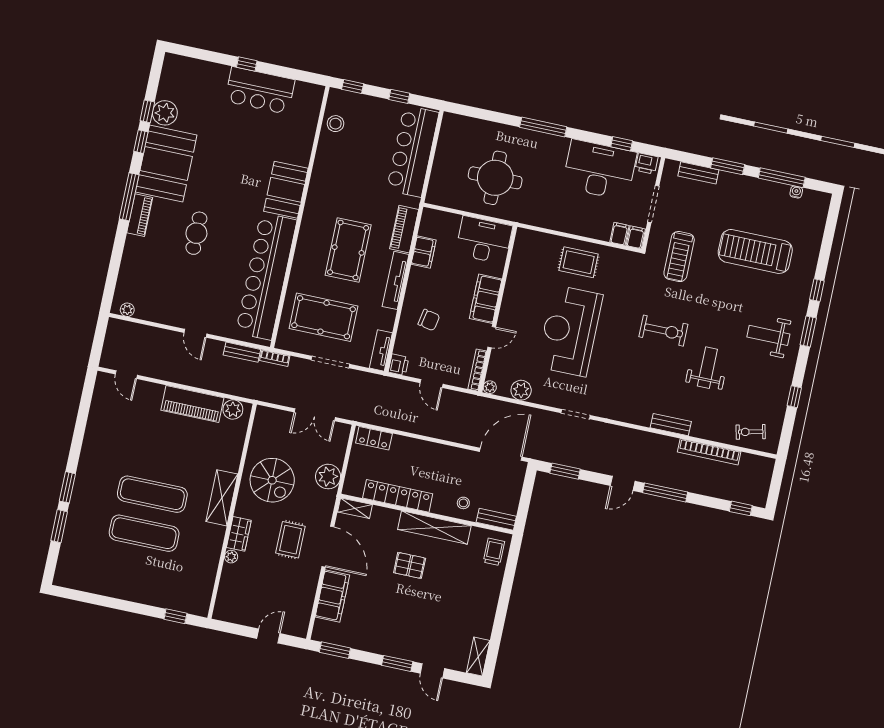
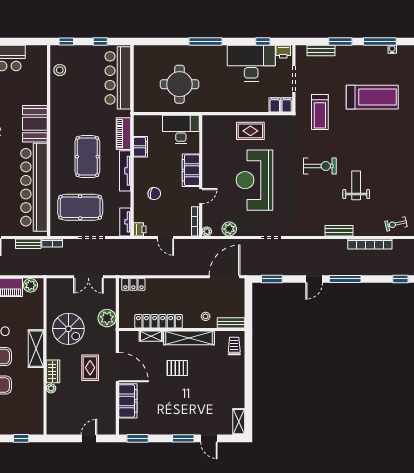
treadmill: (755, 251) -> (372, 97), turned 180
weight bench: (768, 335) -> (394, 154), removed
shelving: (355, 508) -> (151, 336), moved

